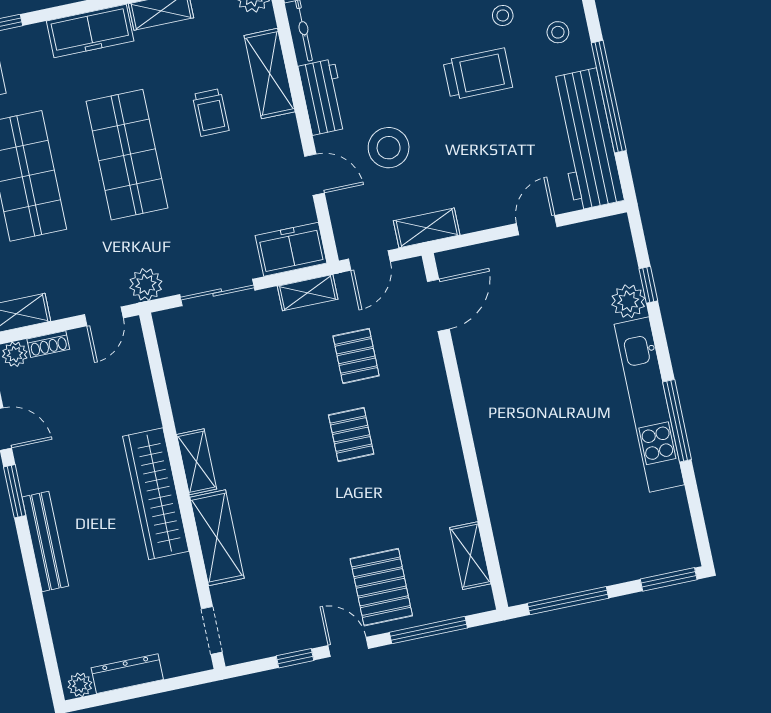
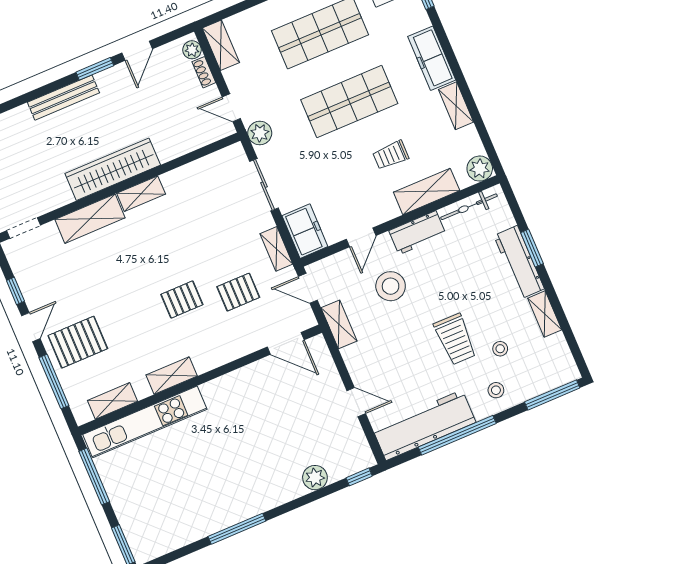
window: (648, 285) -> (359, 477), moved
kitchen unit: (649, 404) -> (145, 422), moved, turned 180
shelving: (452, 469) -> (172, 376), added

